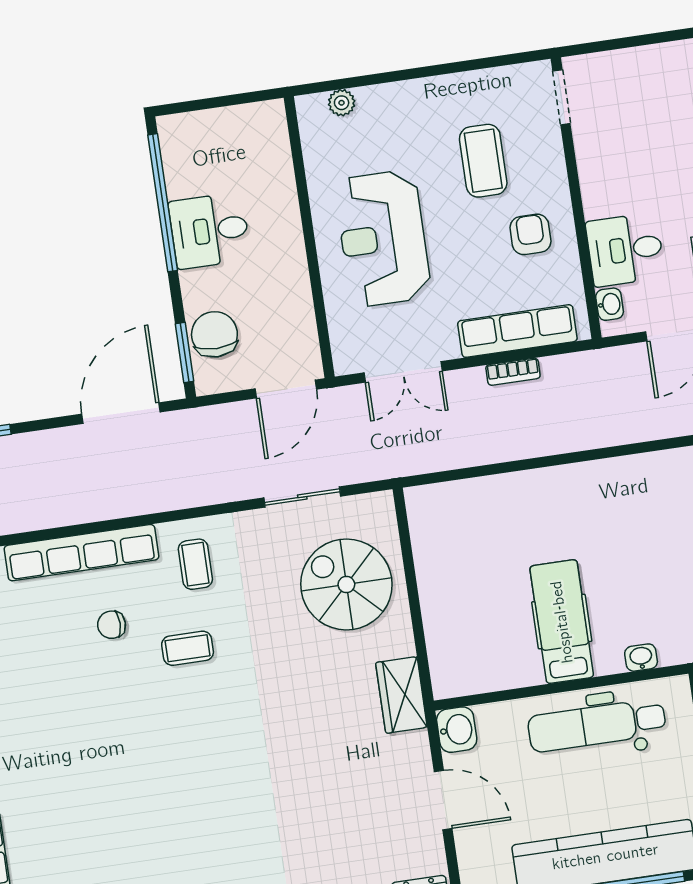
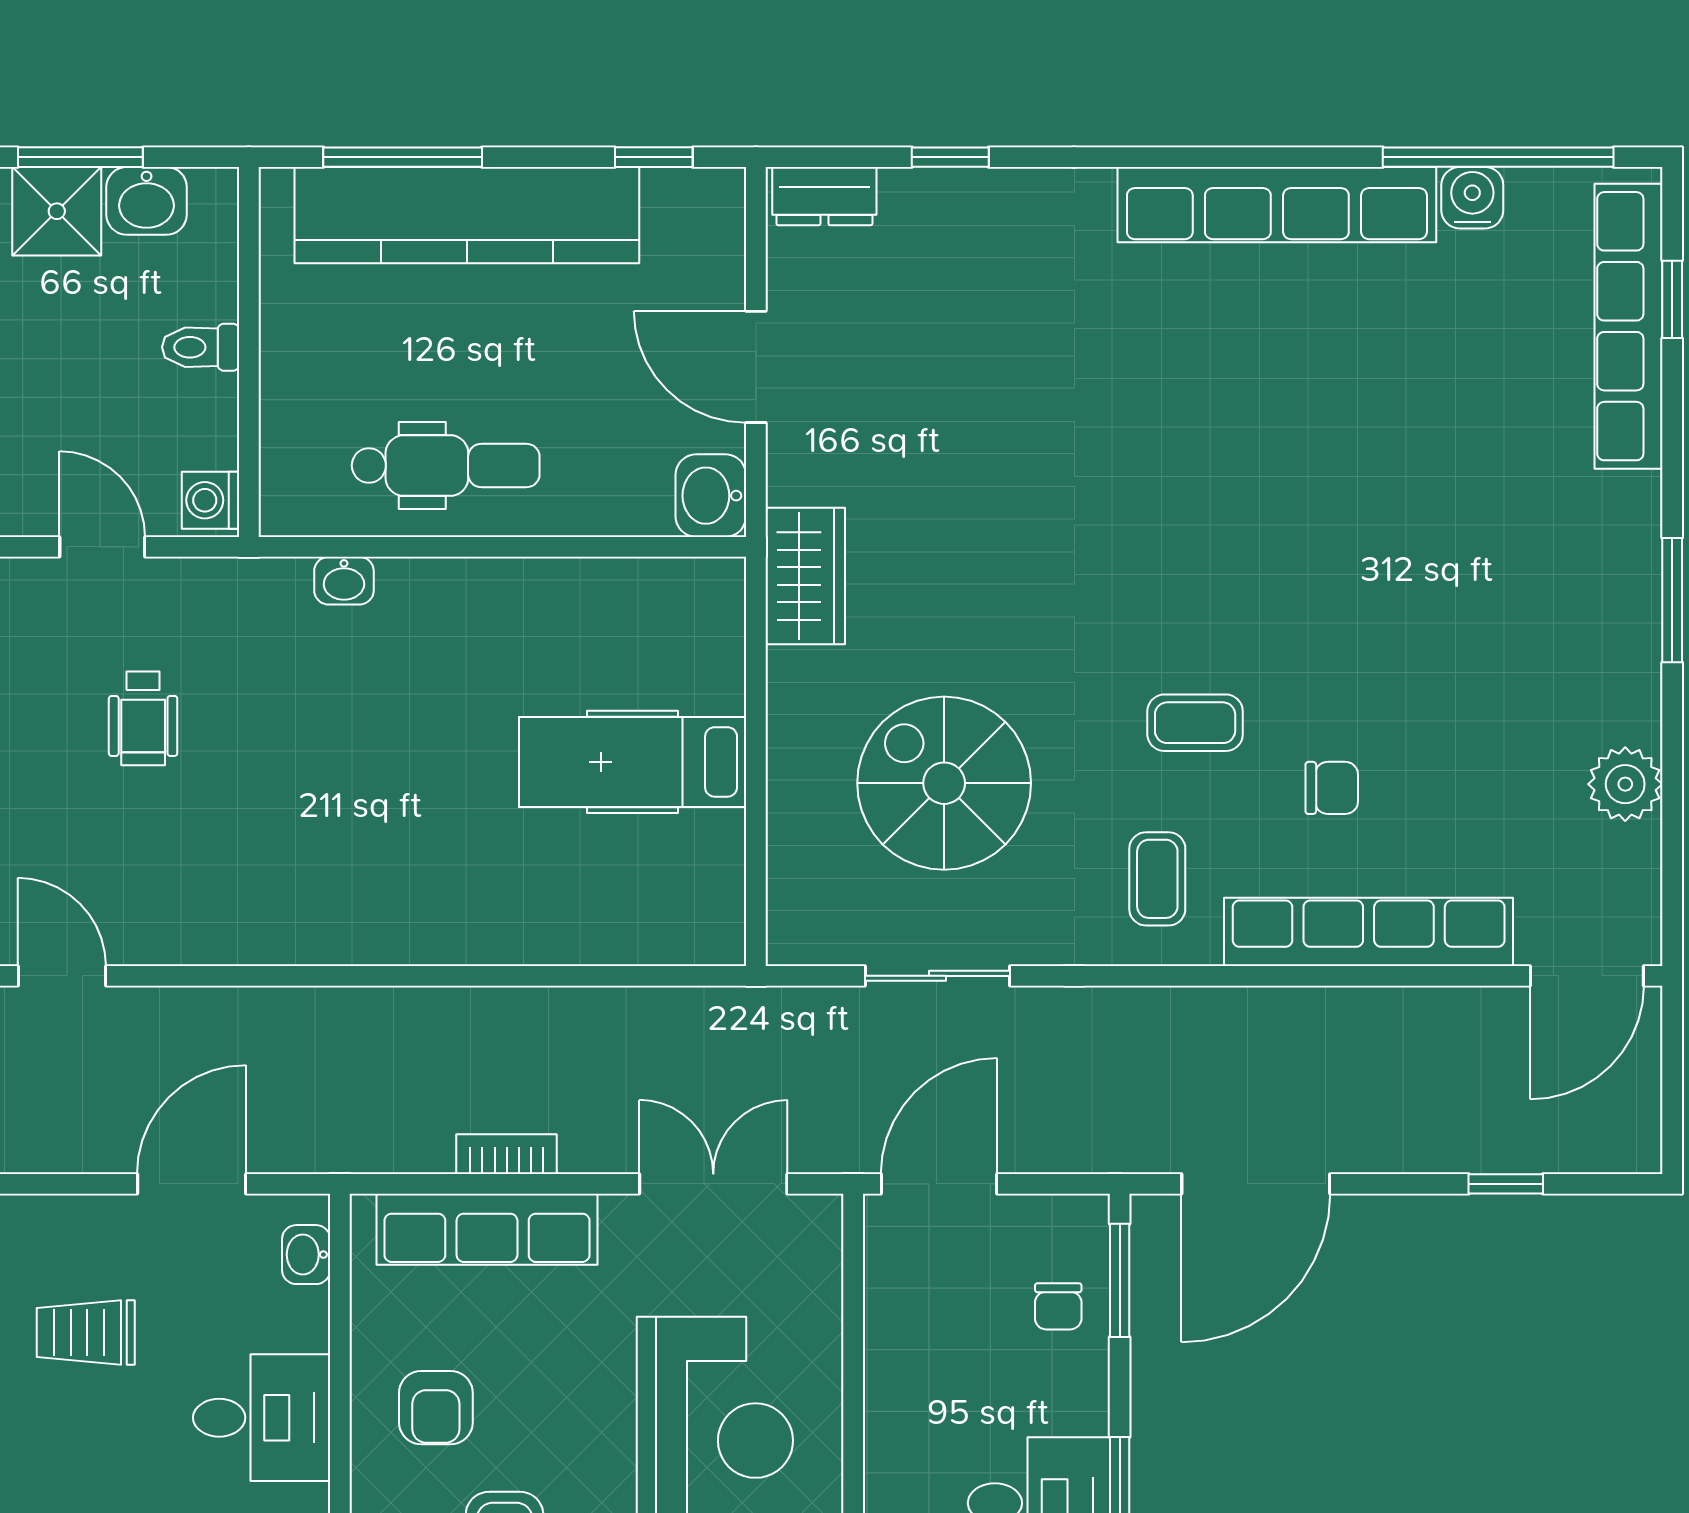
desk: (625, 250) -> (262, 1418), moved
chair: (214, 334) -> (1058, 1306), width x0.54, depth x0.54
spiral stairs: (346, 585) -> (944, 783), moved, turned 180
hospital bed: (562, 622) -> (633, 762), moved, turned 90
dental chair: (597, 725) -> (446, 466), width x0.73, depth x0.72

